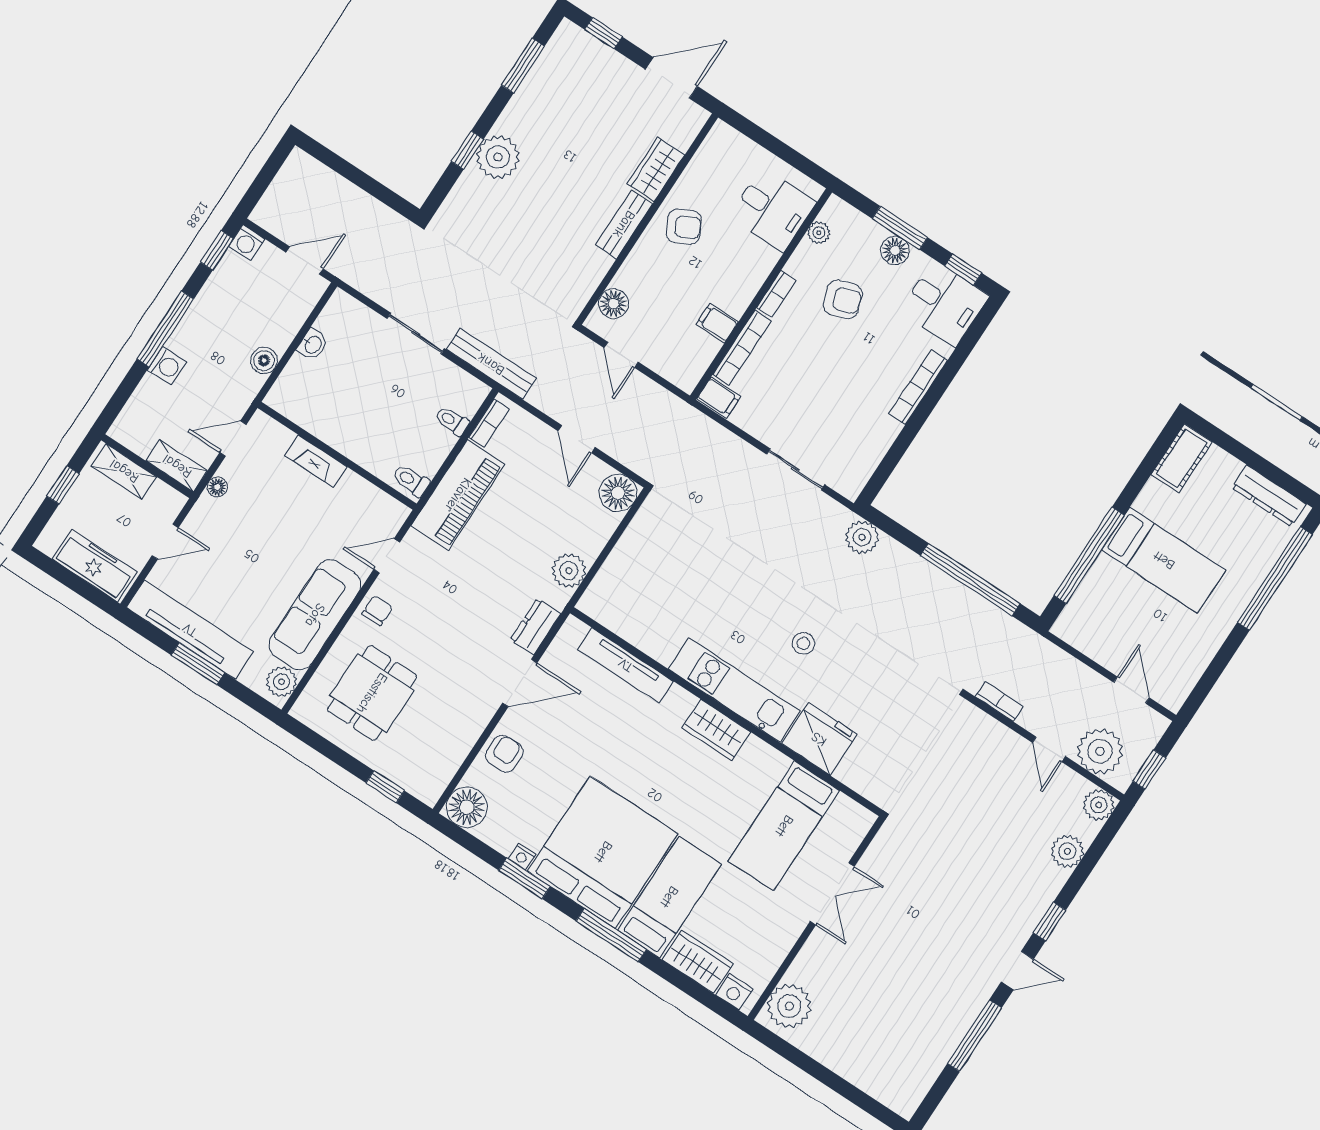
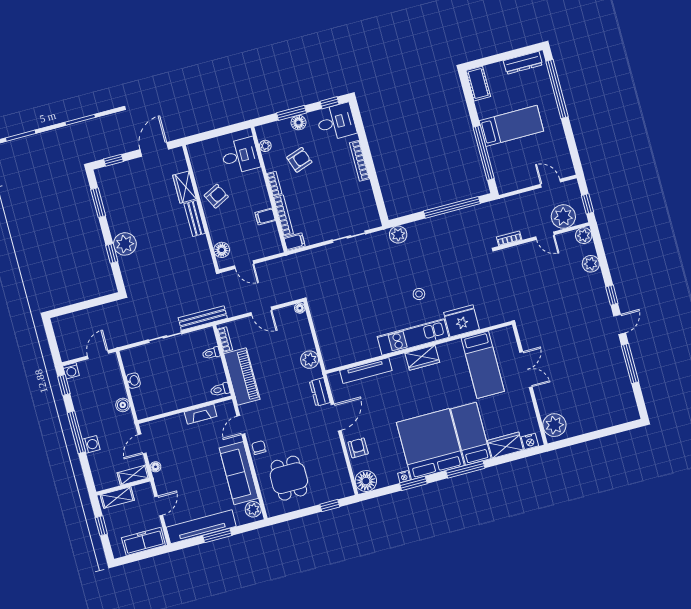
fireplace: (316, 461) -> (201, 414), moved
floor lamp: (618, 493) -> (300, 308), width x0.53, depth x0.53

